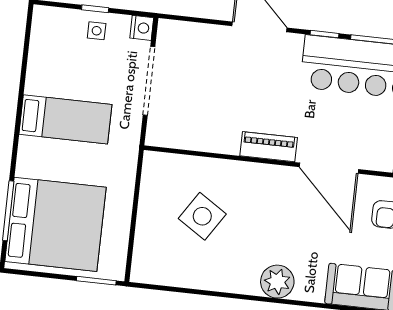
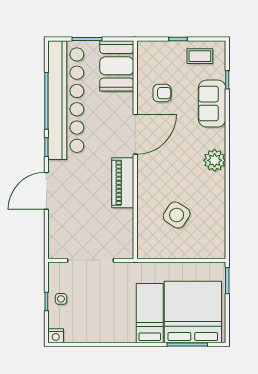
nightstand: (142, 28) -> (56, 336), moved, turned 180
bed: (65, 119) -> (150, 313), moved
piano: (269, 147) -> (123, 183), width x1.37, depth x1.33

